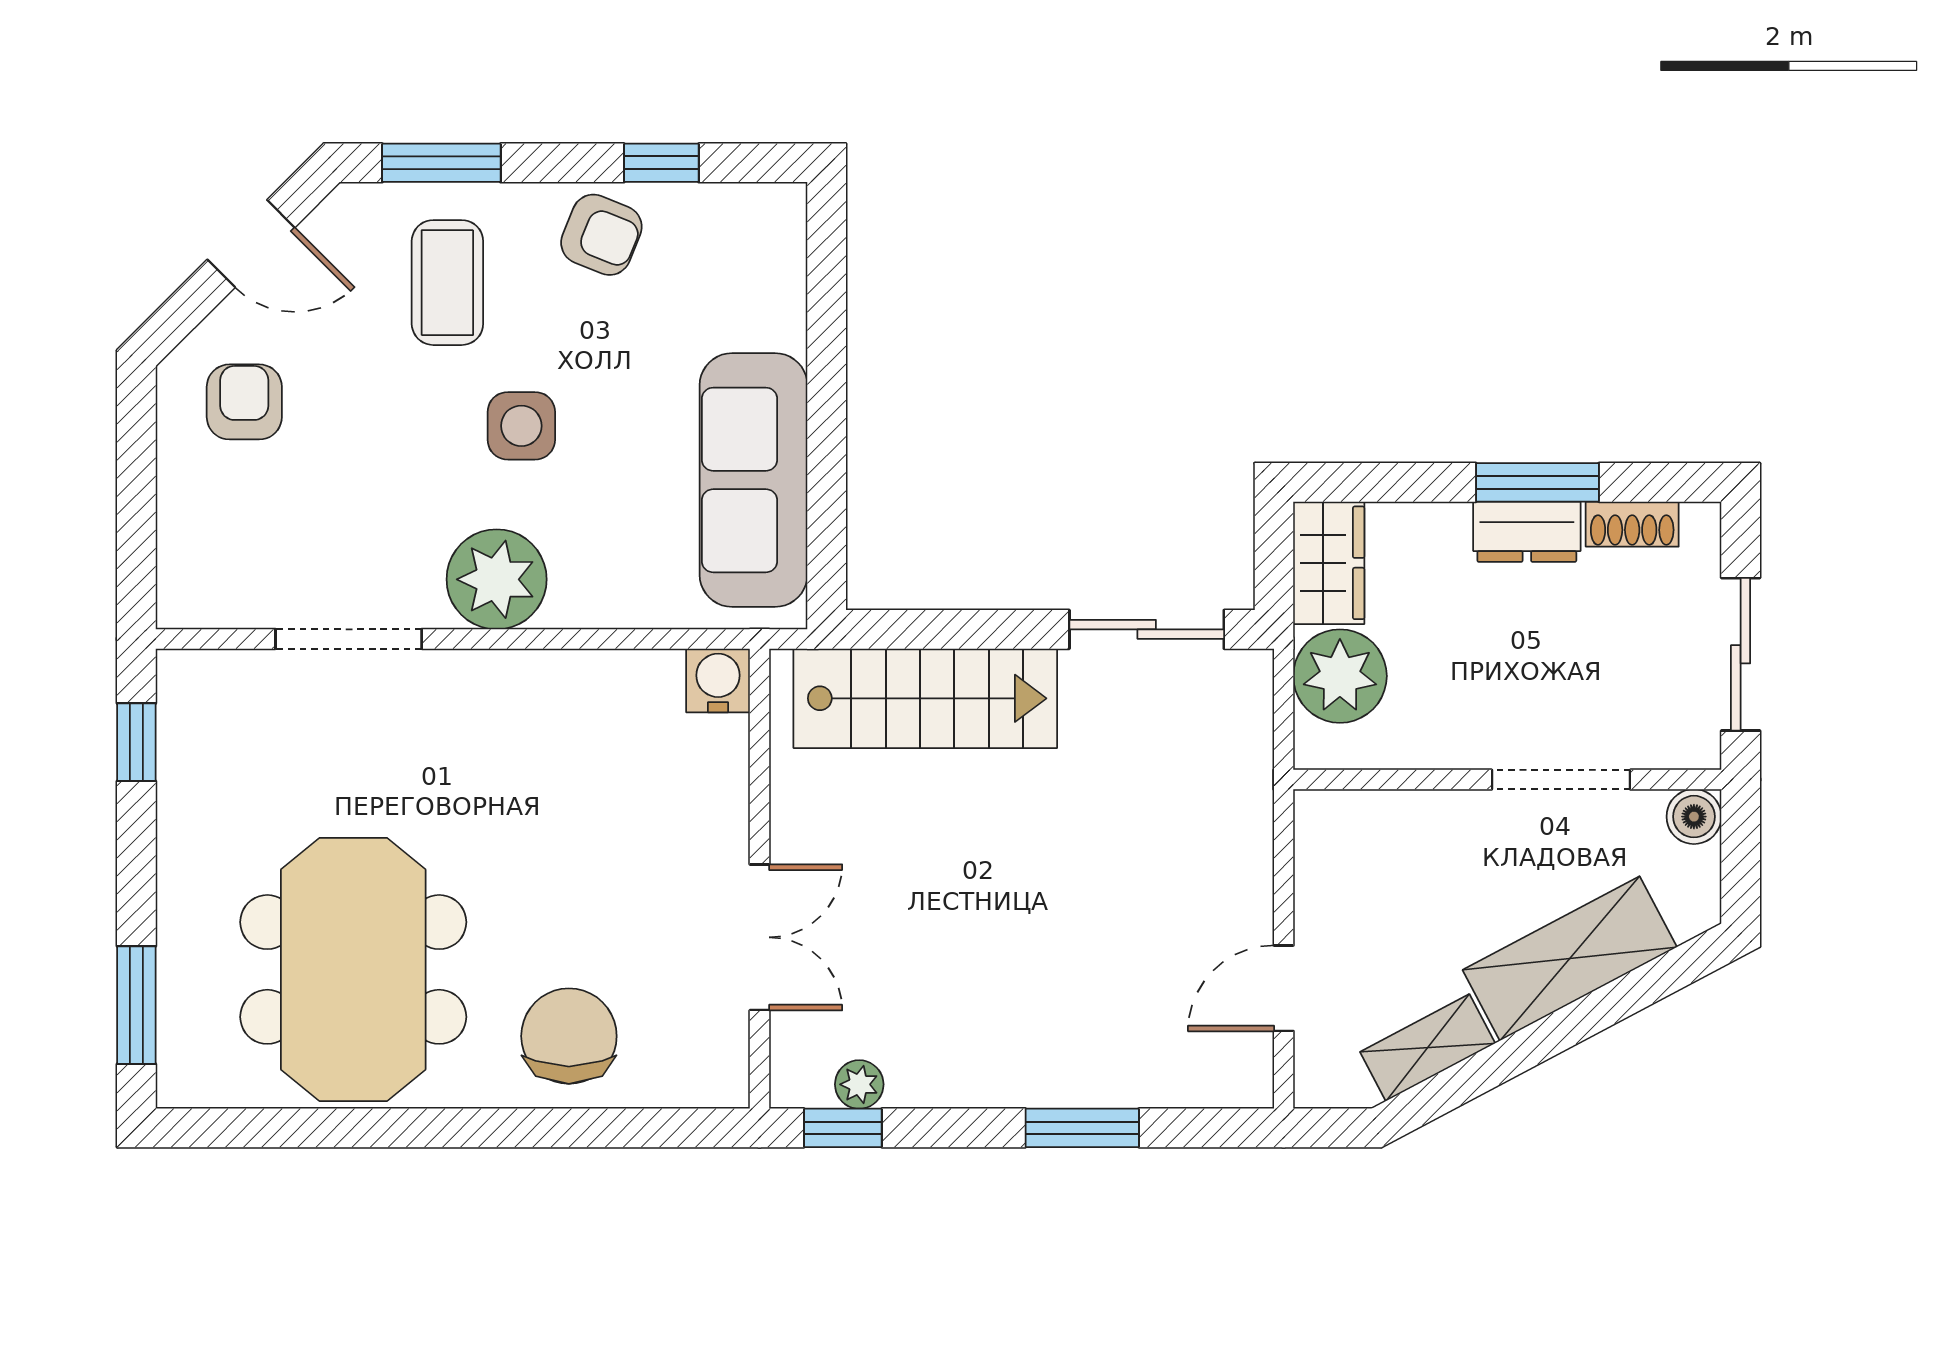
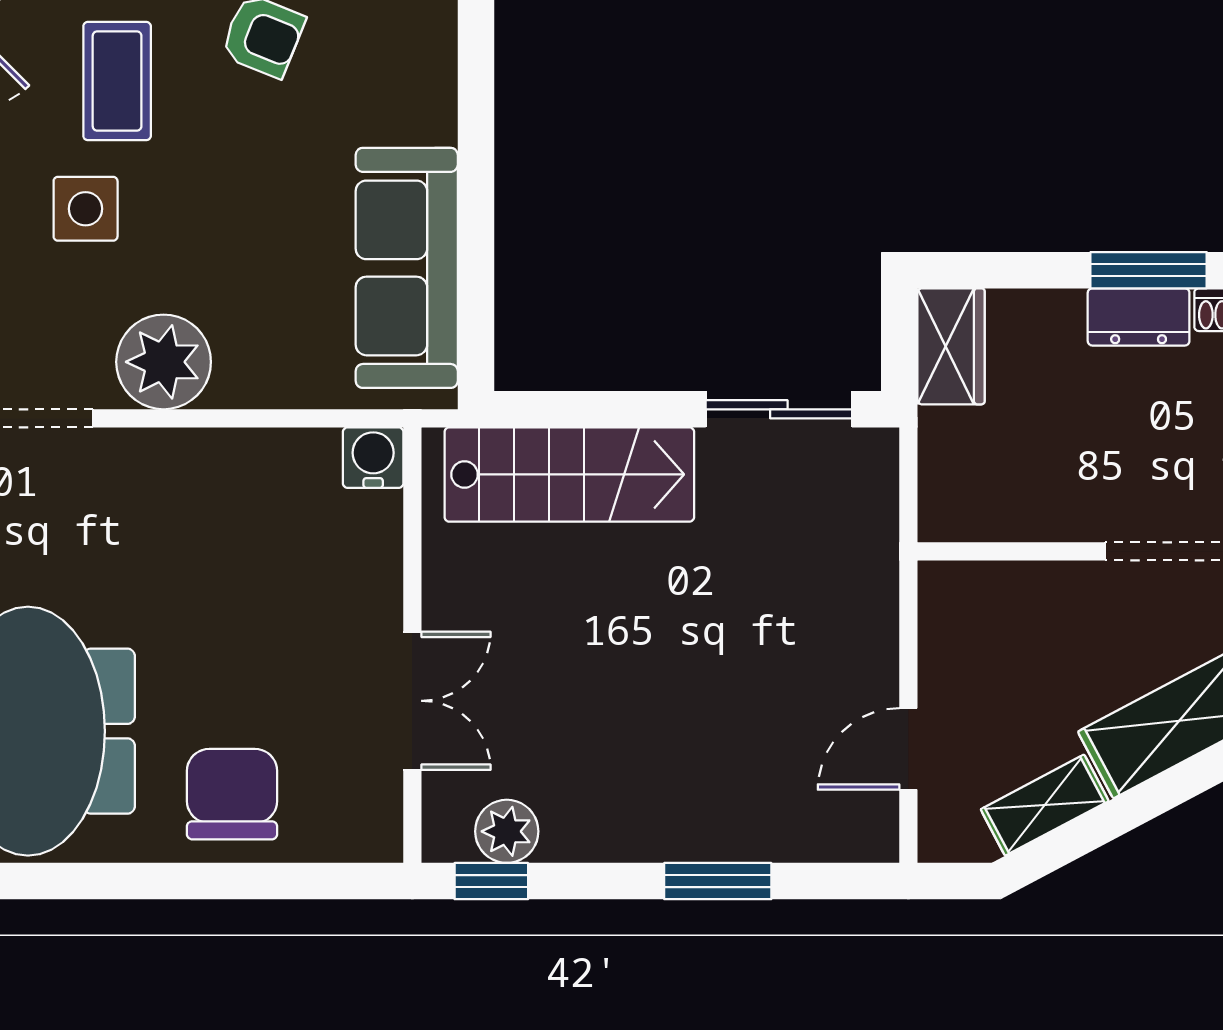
side table: (521, 426) -> (86, 209), moved
plant: (1340, 676) -> (962, 453), removed
plant: (859, 1084) -> (507, 831), width x1.38, depth x1.38

